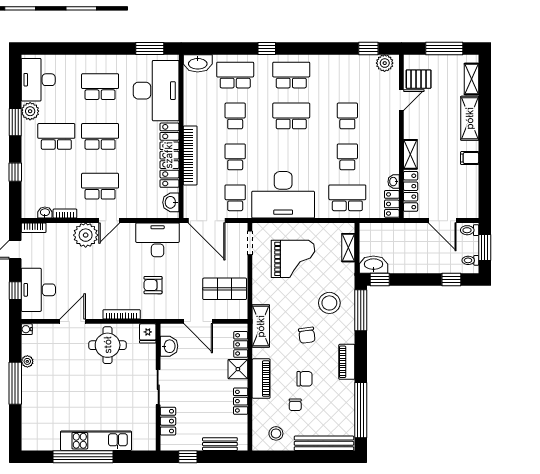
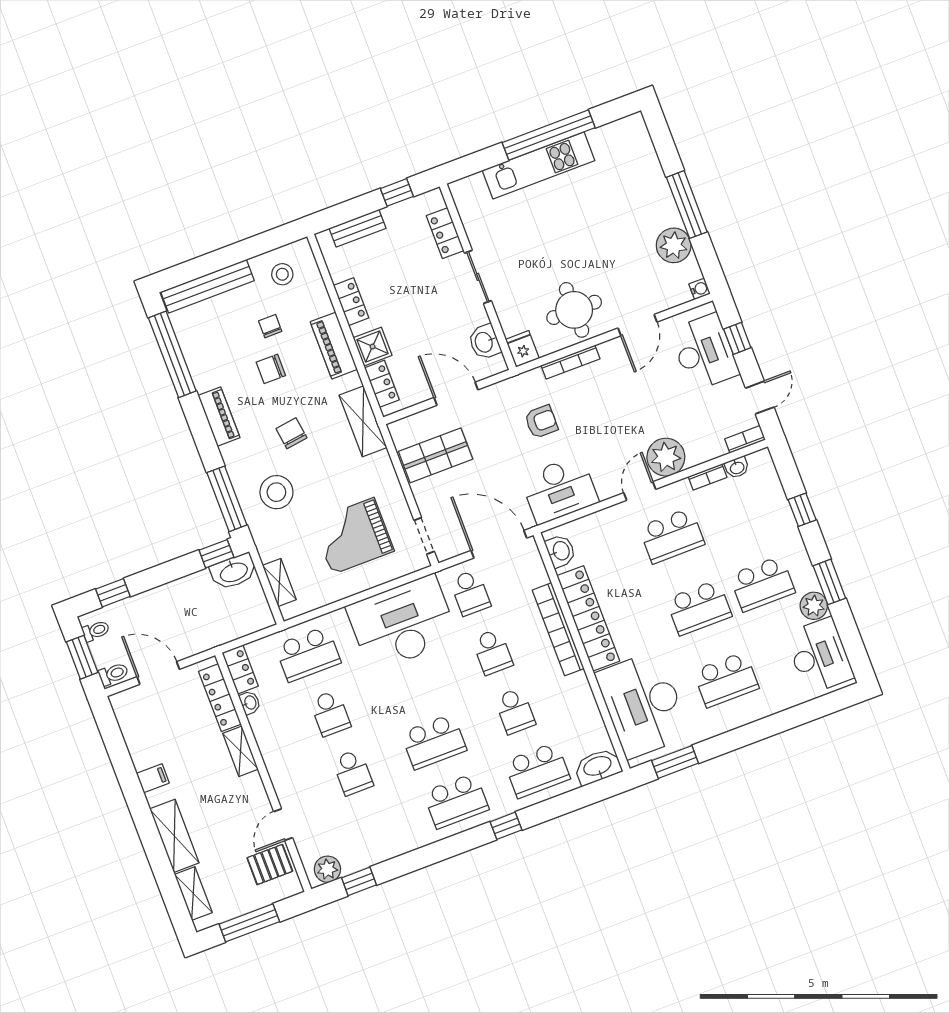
plant: (27, 361) -> (674, 245), width x1.87, depth x1.87

